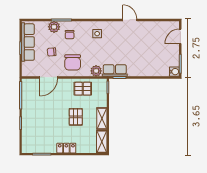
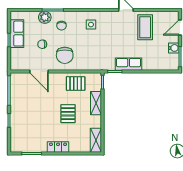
coffee table: (148, 36) -> (145, 27), added
row of seats: (28, 42) -> (17, 34), width x0.68
plant: (96, 71) -> (90, 64), removed
row of seats: (115, 71) -> (129, 64), moved
water cooler: (174, 72) -> (174, 48), moved
door: (49, 77) -> (39, 71), hinge flipped
shelving: (102, 119) -> (96, 103), moved

